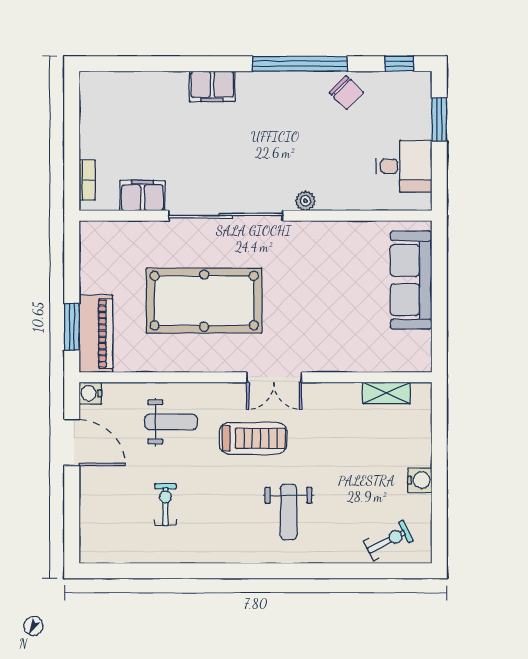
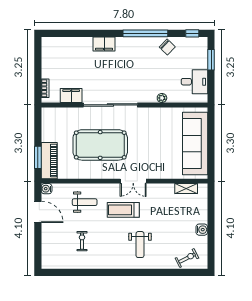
plant: (305, 201) -> (162, 98), moved
sofa: (411, 280) -> (195, 144), width x1.36, depth x1.27
treadmill: (253, 438) -> (123, 210), turned 180

